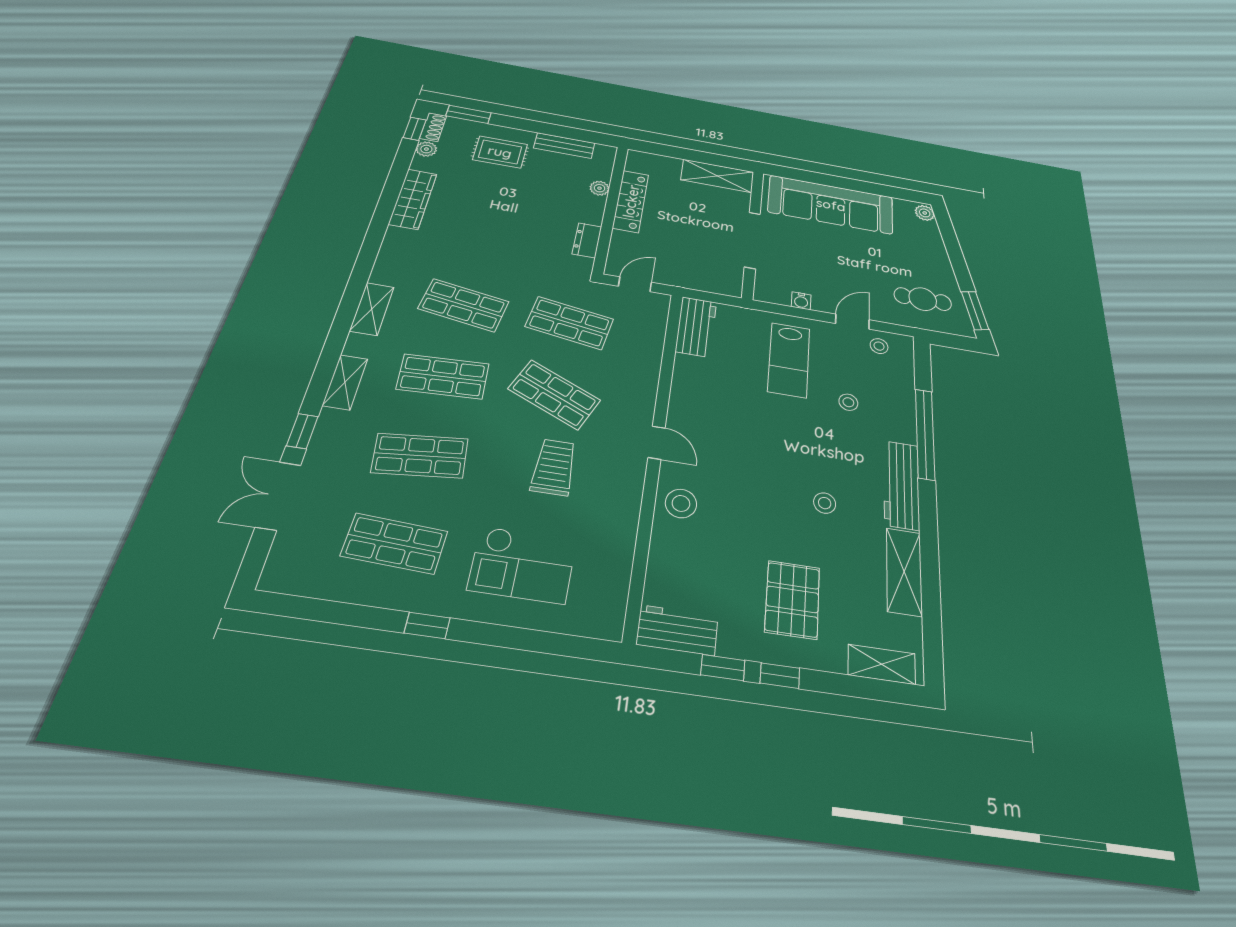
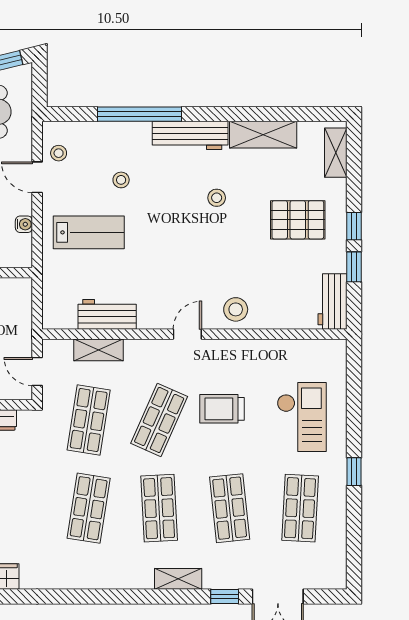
shelving: (372, 309) -> (99, 350), moved
workbench: (696, 327) -> (107, 314), moved

